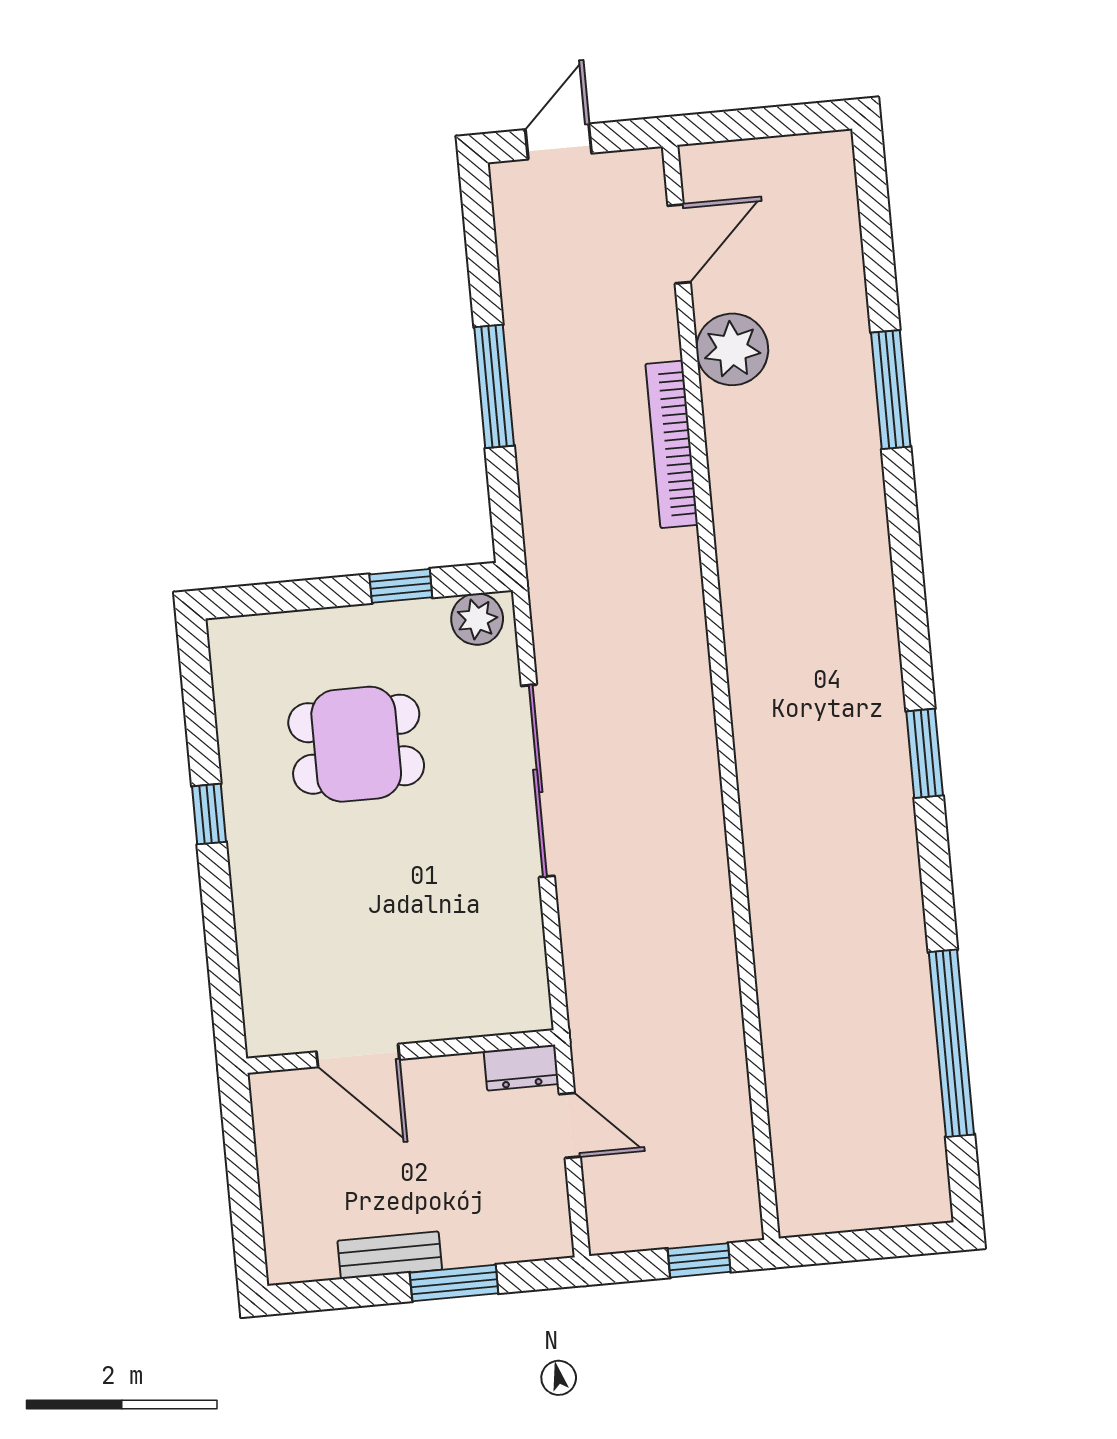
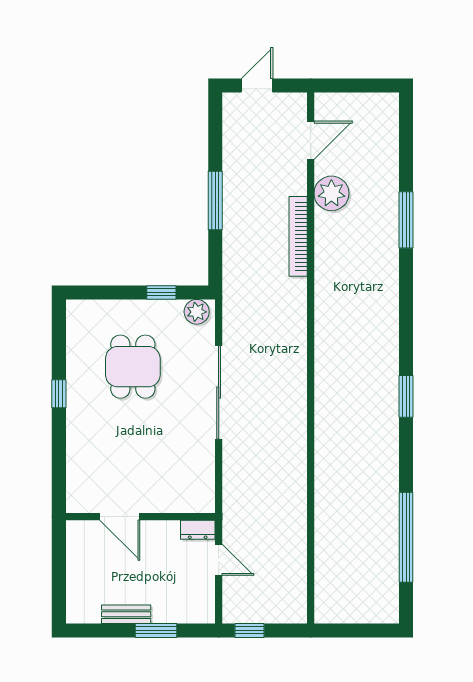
dining table: (356, 744) -> (133, 367), turned 90
window: (699, 1260) -> (250, 630), moved

